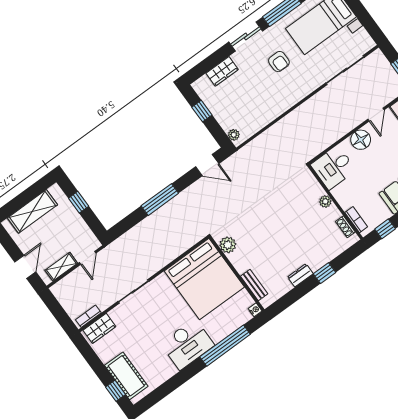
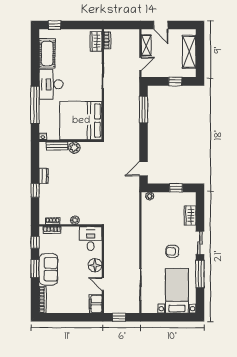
window: (160, 200) -> (144, 109), moved
plant: (228, 245) -> (74, 148), moved
door: (88, 258) -> (140, 64), swing flipped
cot: (126, 376) -> (47, 53), moved, turned 90

